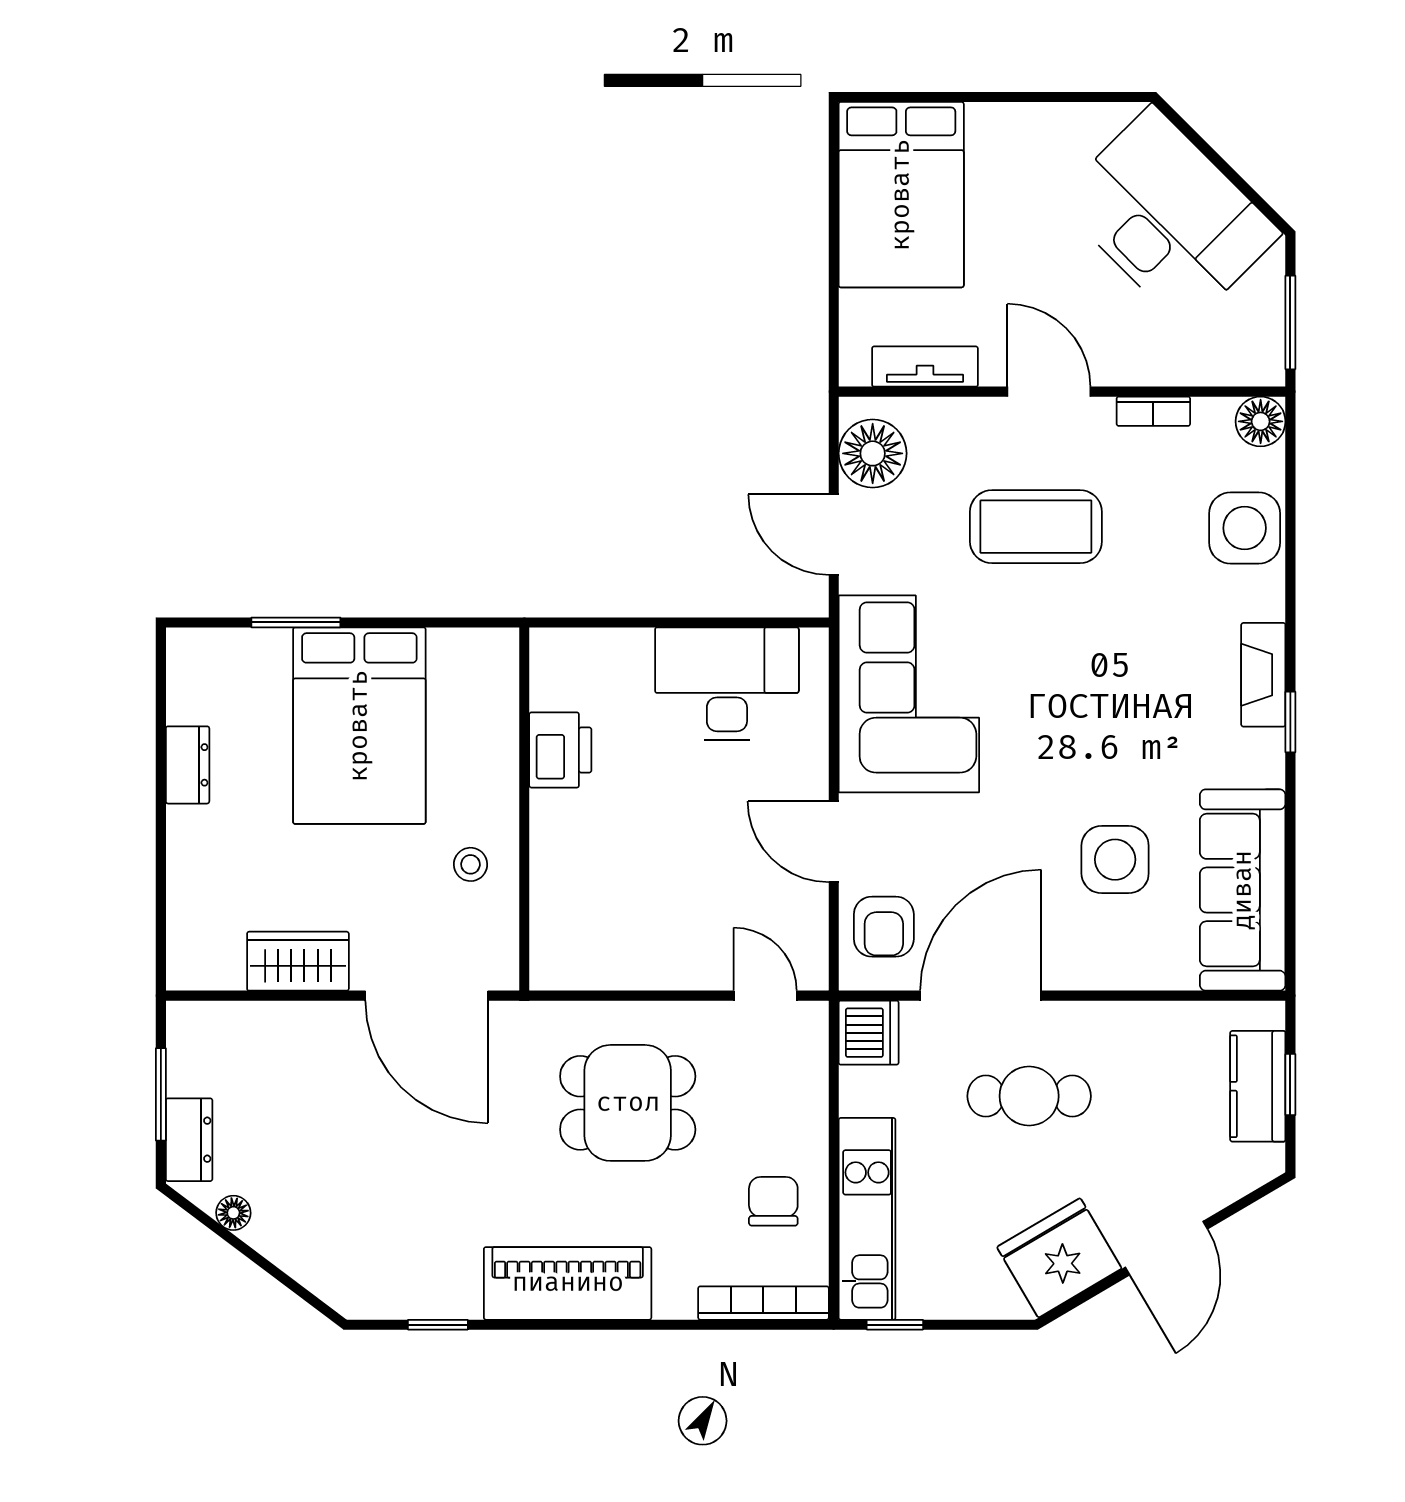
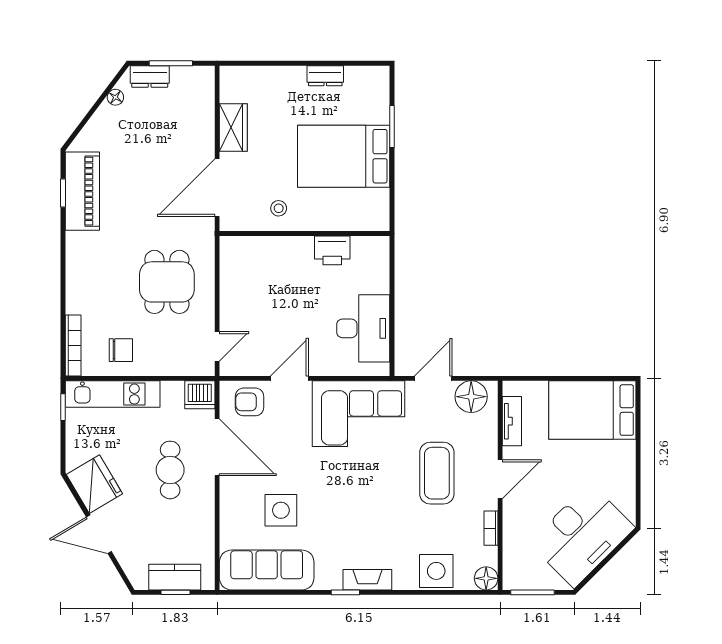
piano: (568, 1283) -> (82, 191), moved

